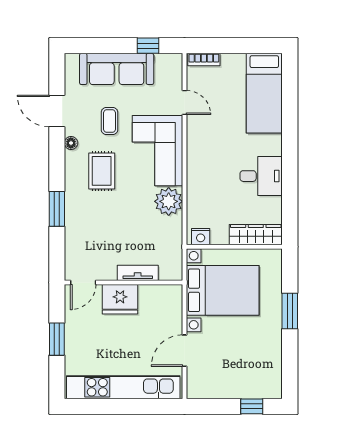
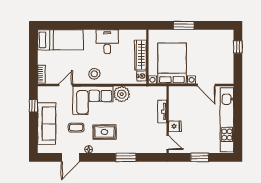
stool: (204, 153) -> (94, 74), added
wardrobe: (256, 235) -> (140, 55), moved
fridge: (120, 299) -> (175, 126), width x0.53, depth x0.75

